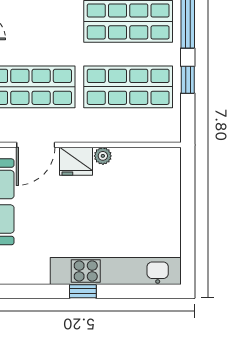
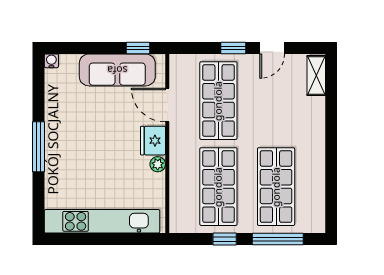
kitchen unit: (116, 271) -> (102, 221), moved, turned -90
window: (83, 291) -> (39, 147), width x2.17

